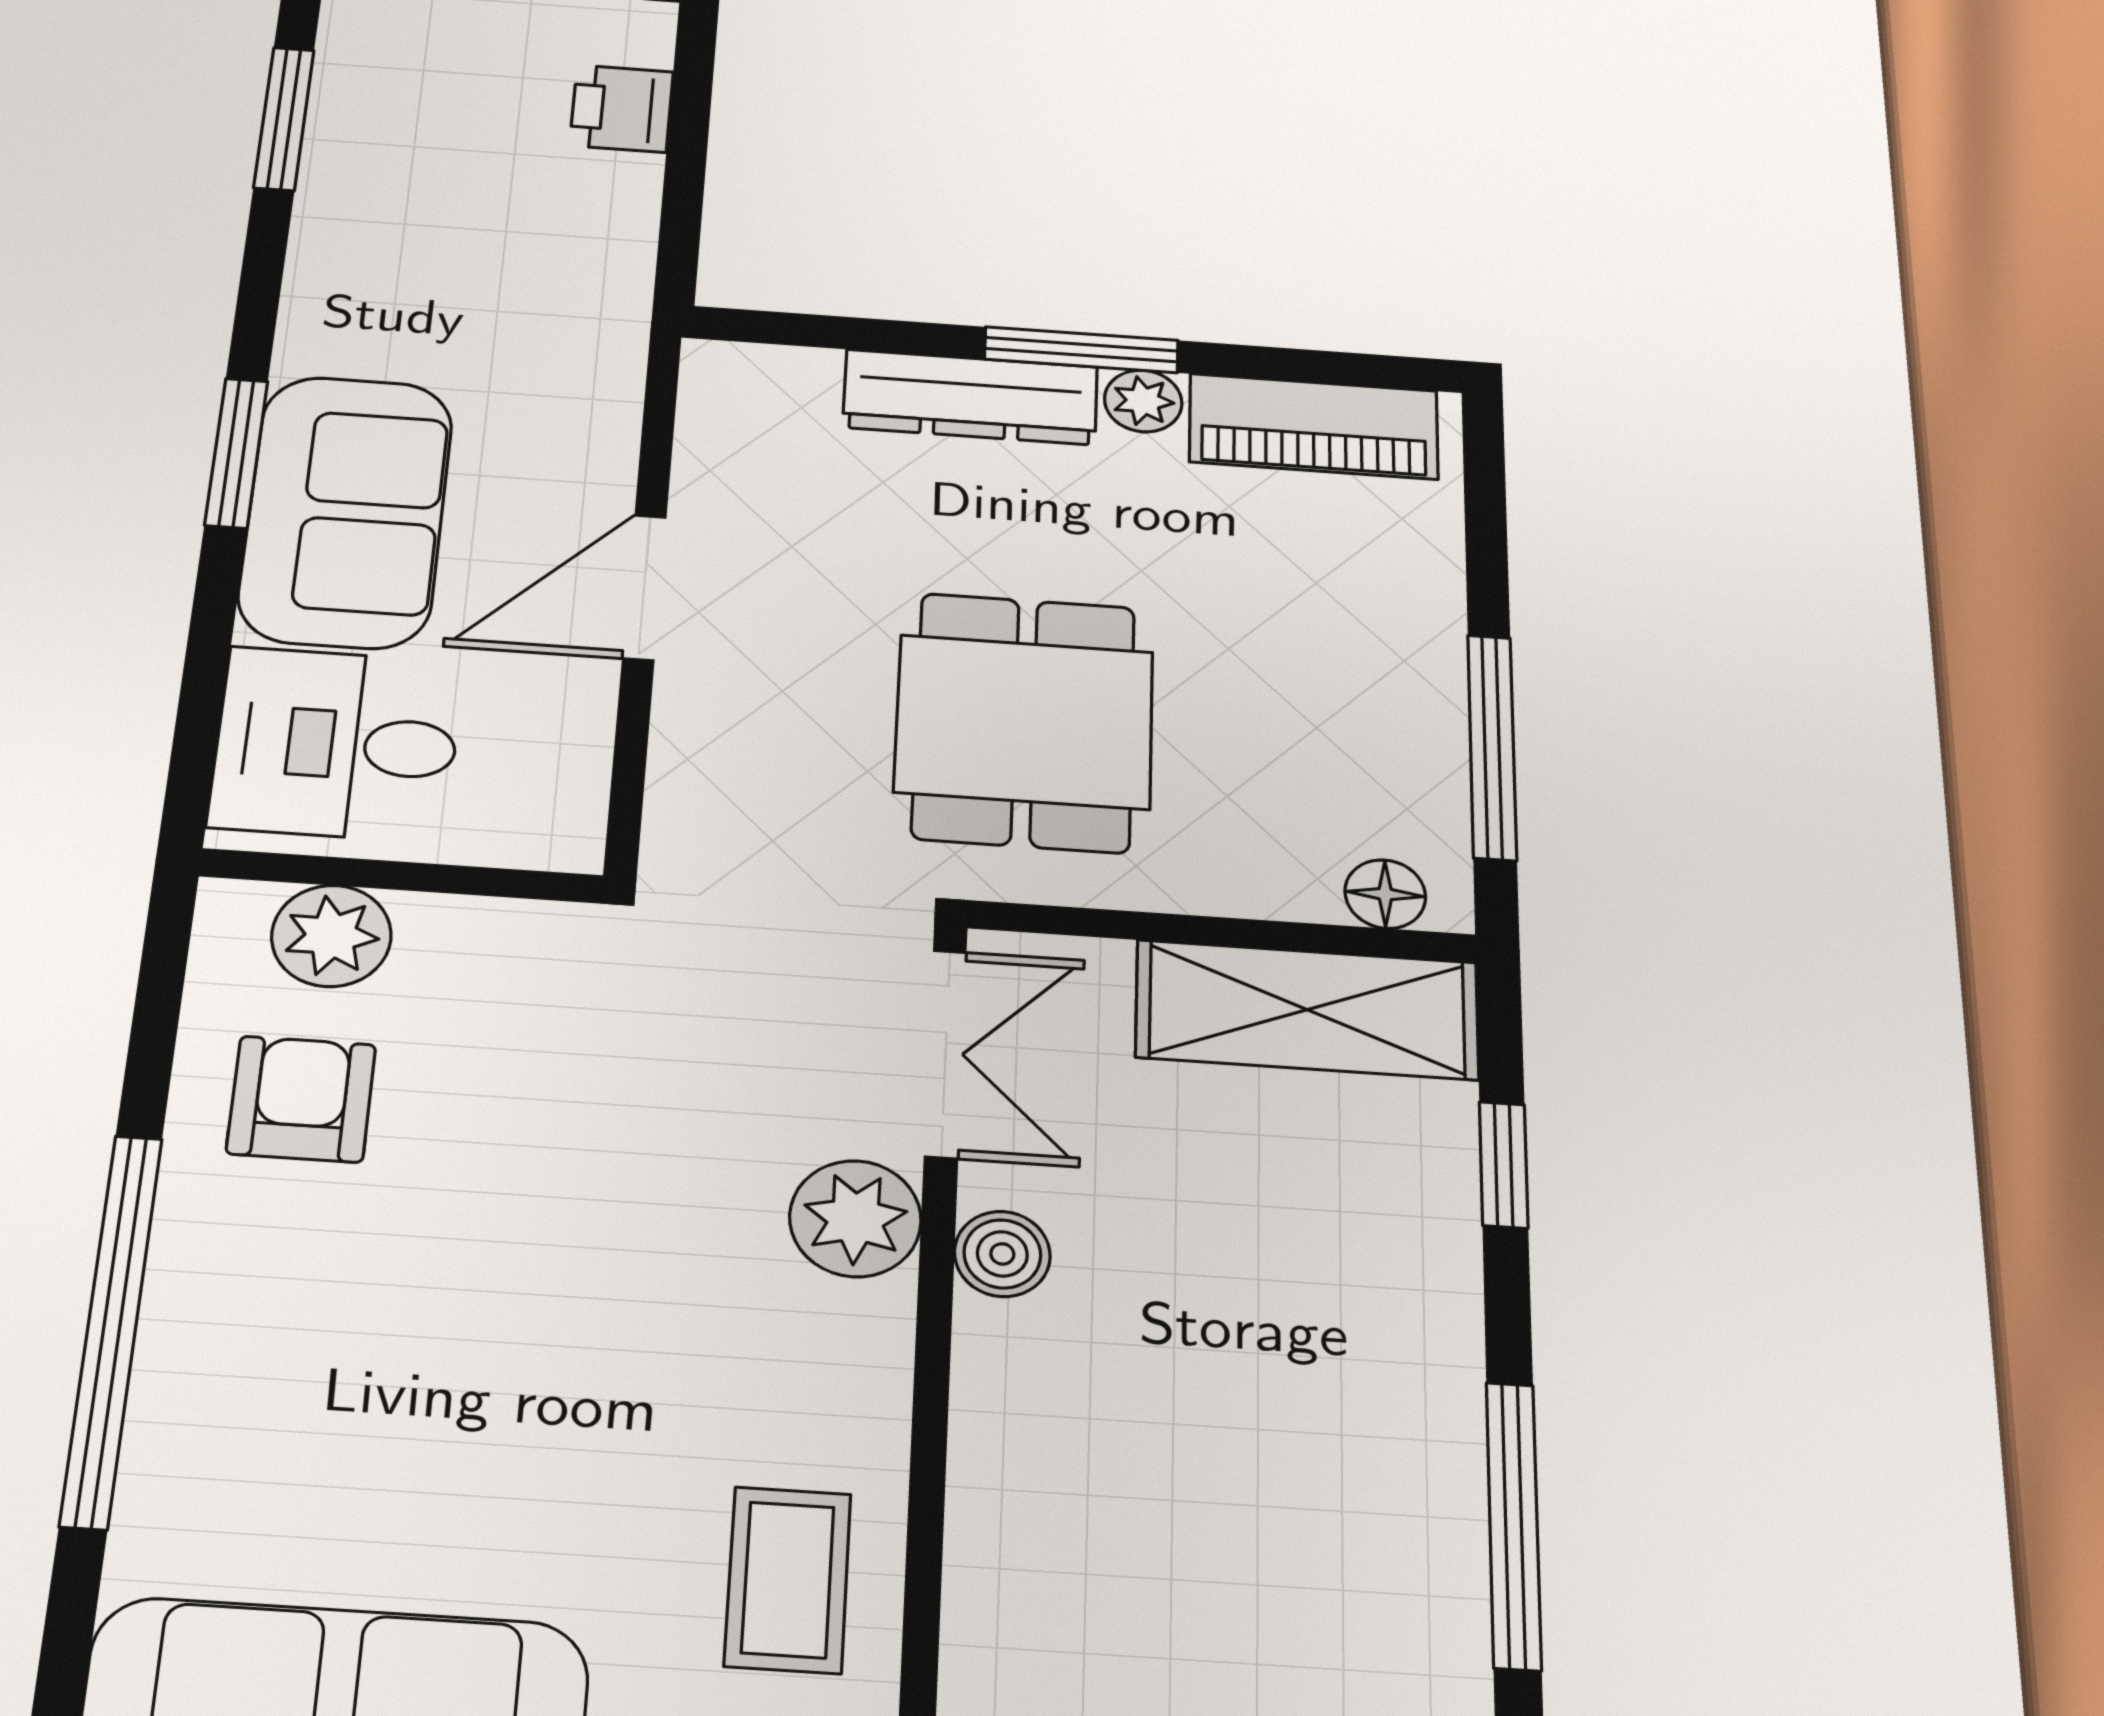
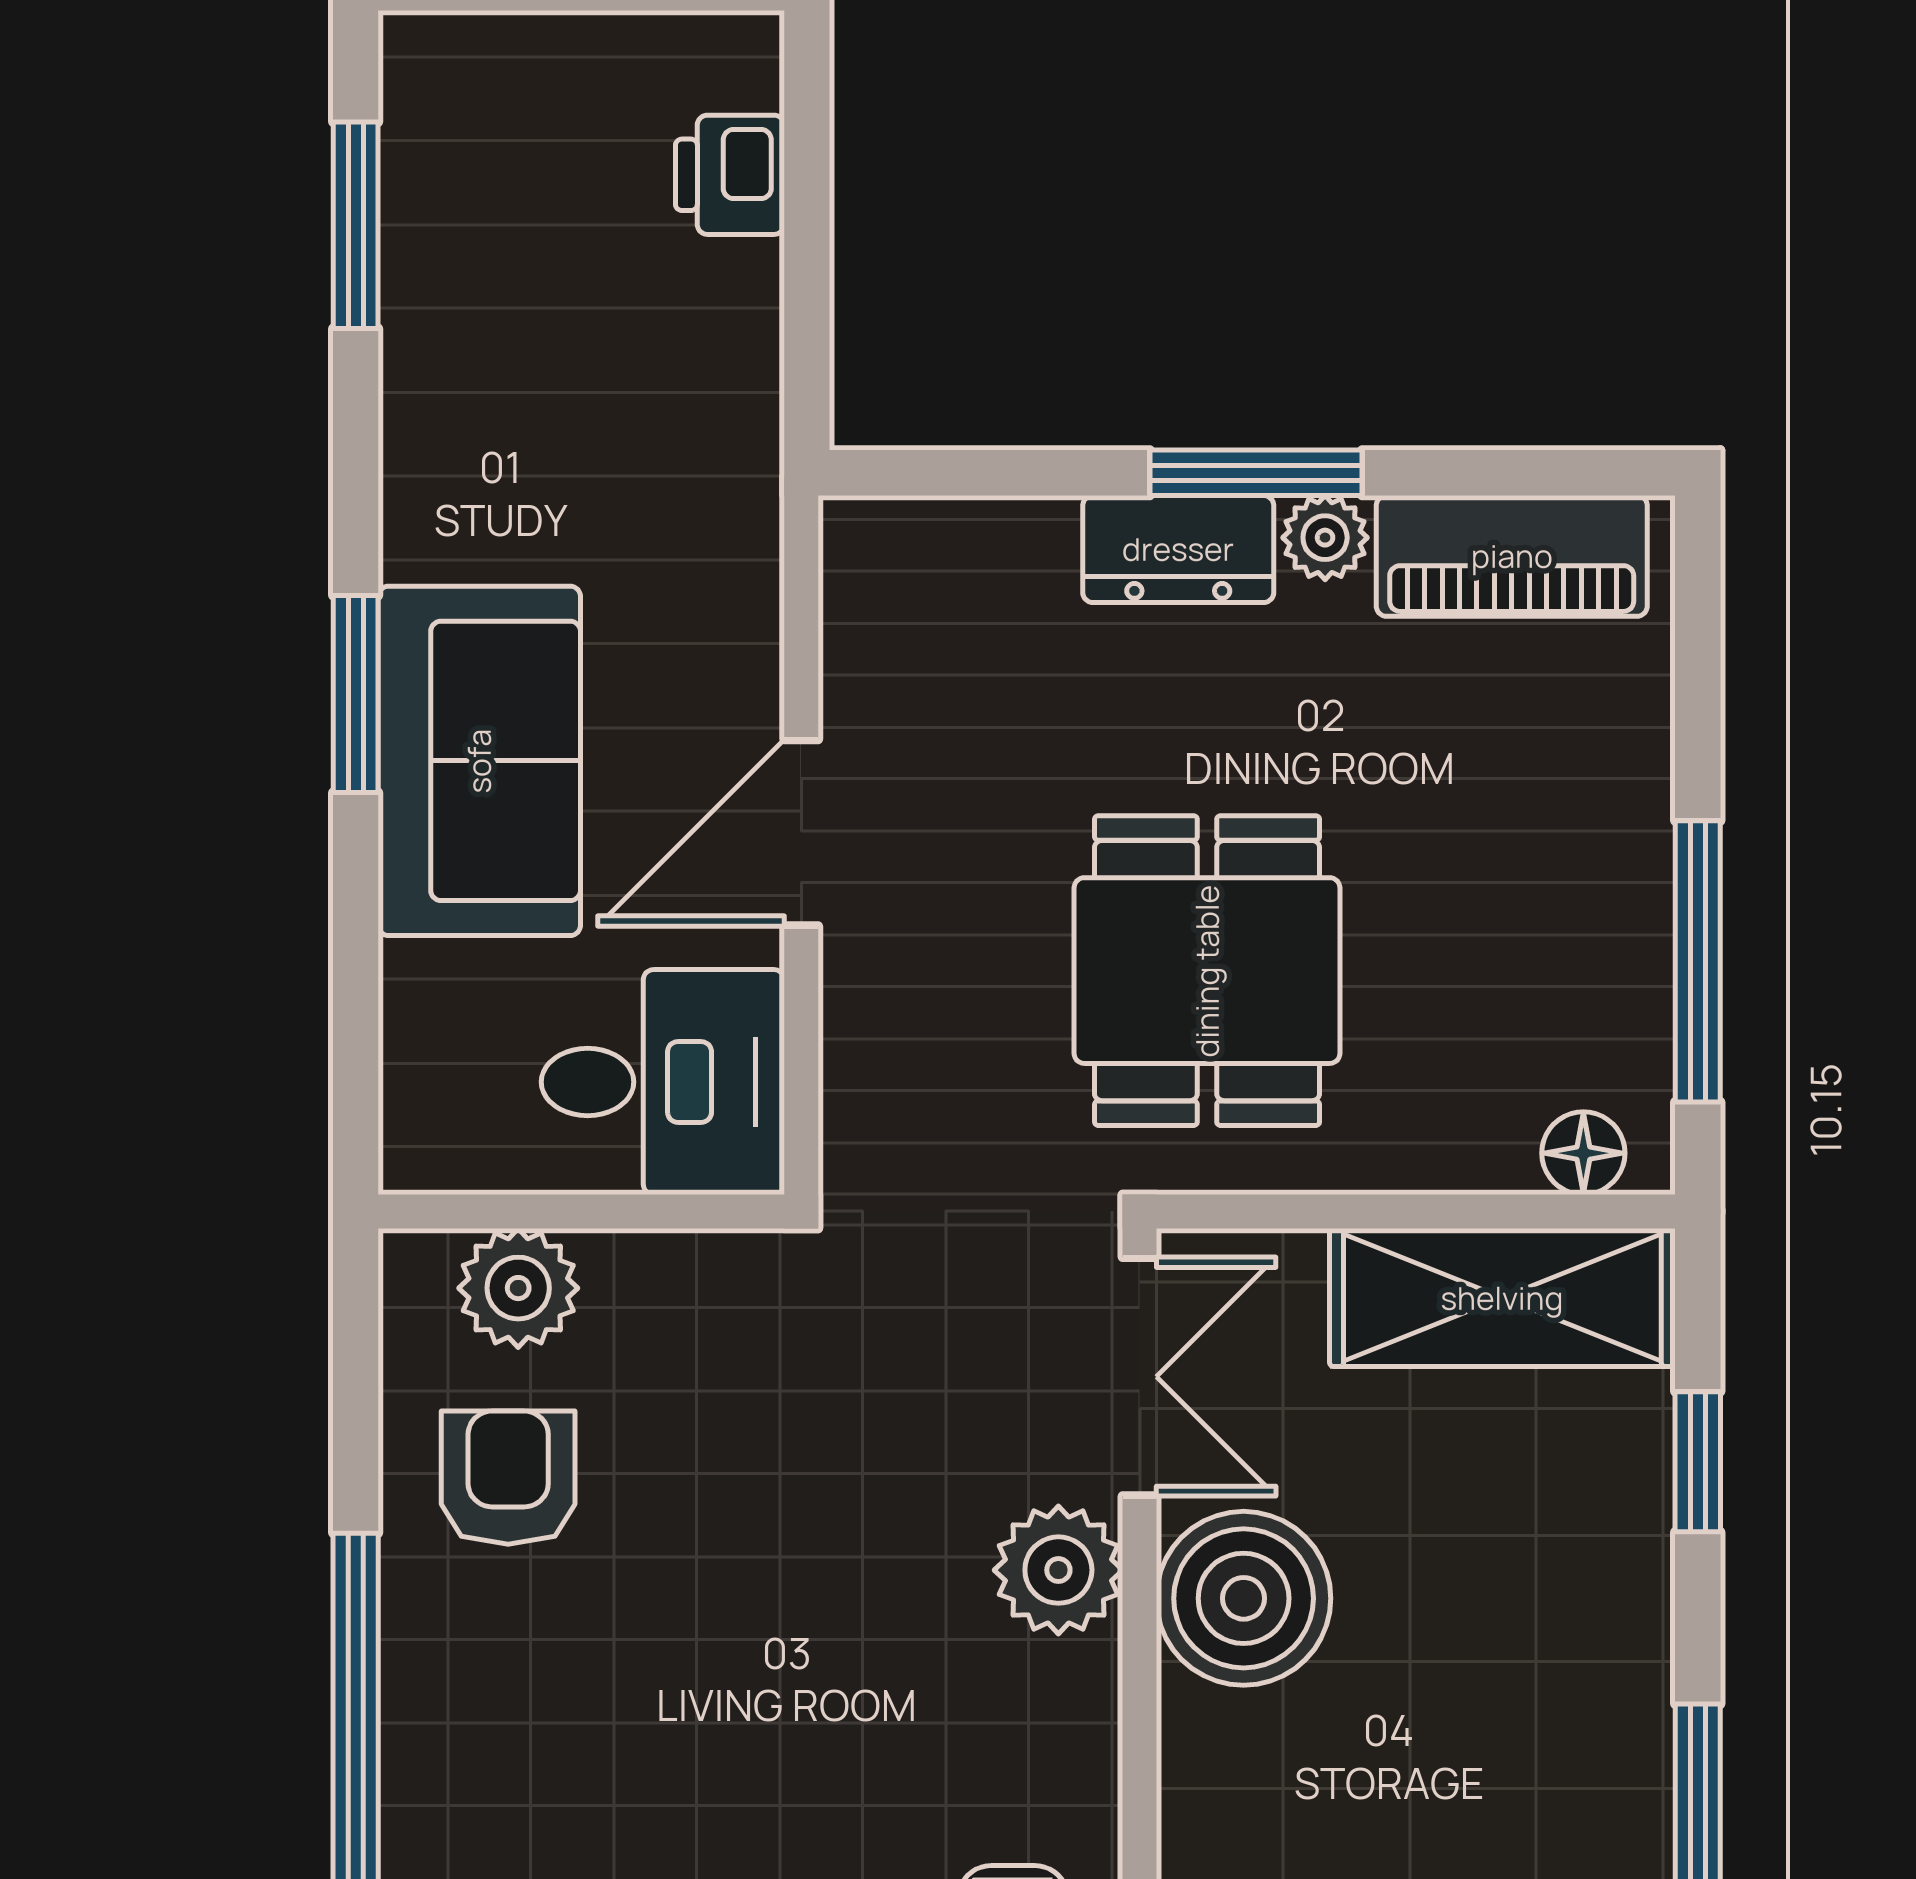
dresser: (970, 397) -> (1178, 549), width x0.70
desk: (336, 744) -> (663, 1082), moved, turned 180
boiler: (1002, 1254) -> (1244, 1598), width x1.86, depth x1.86

